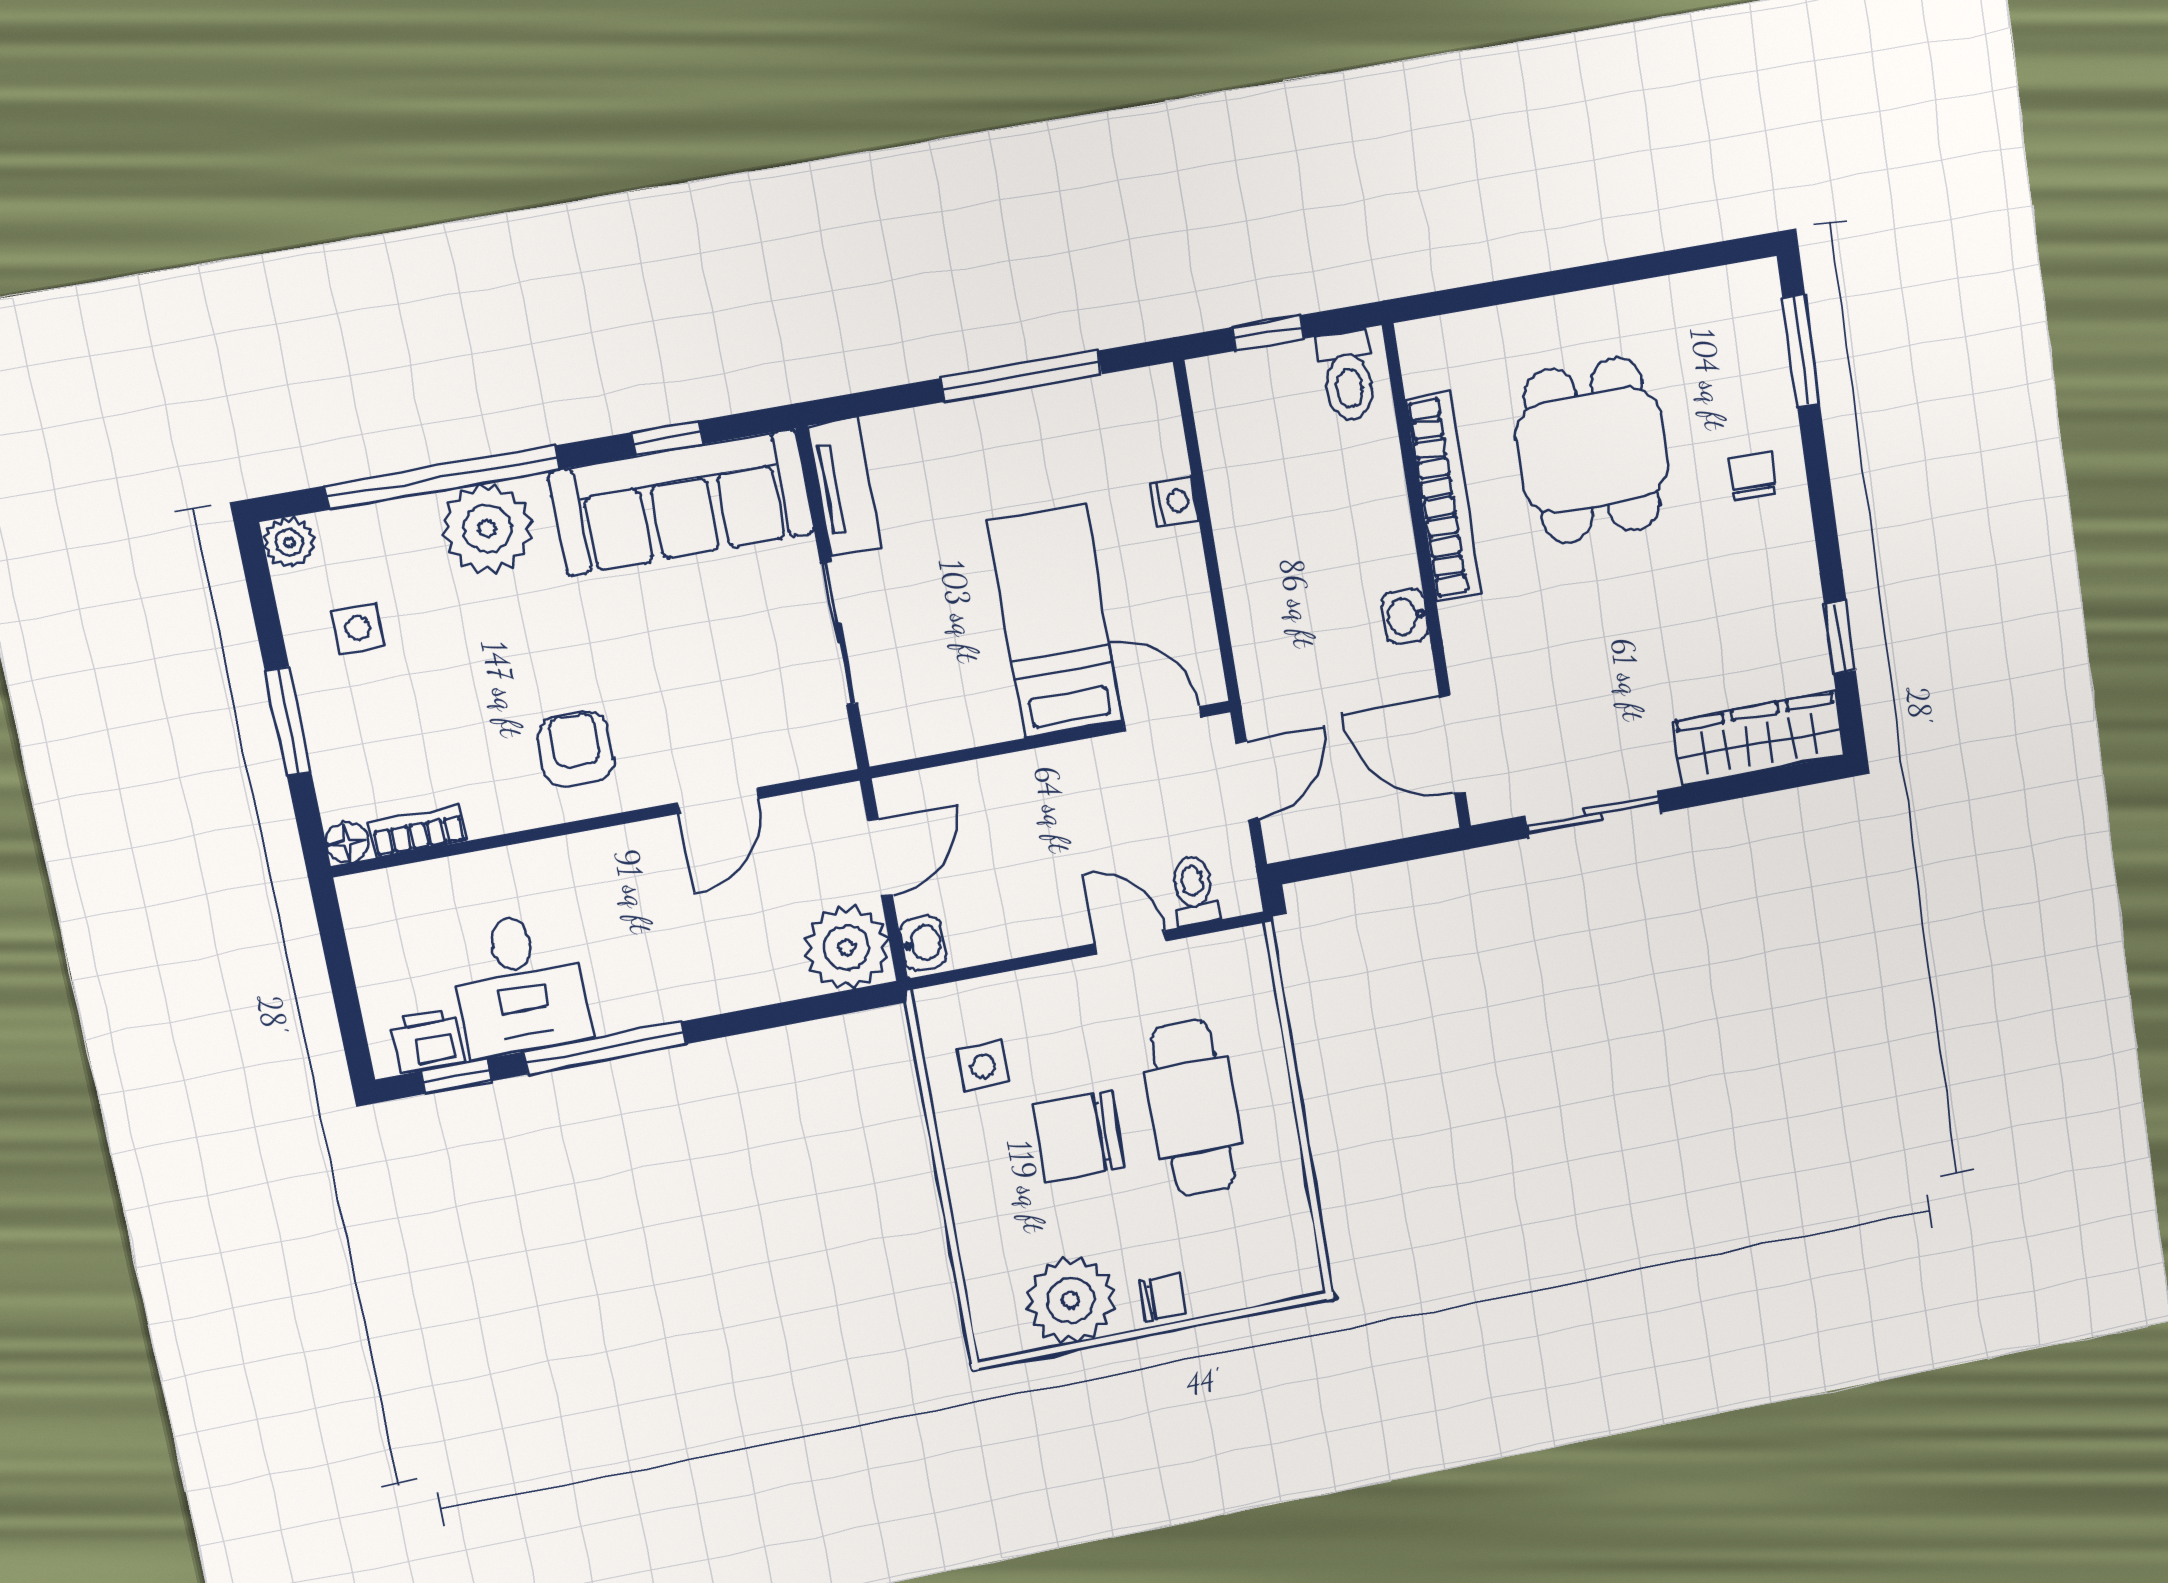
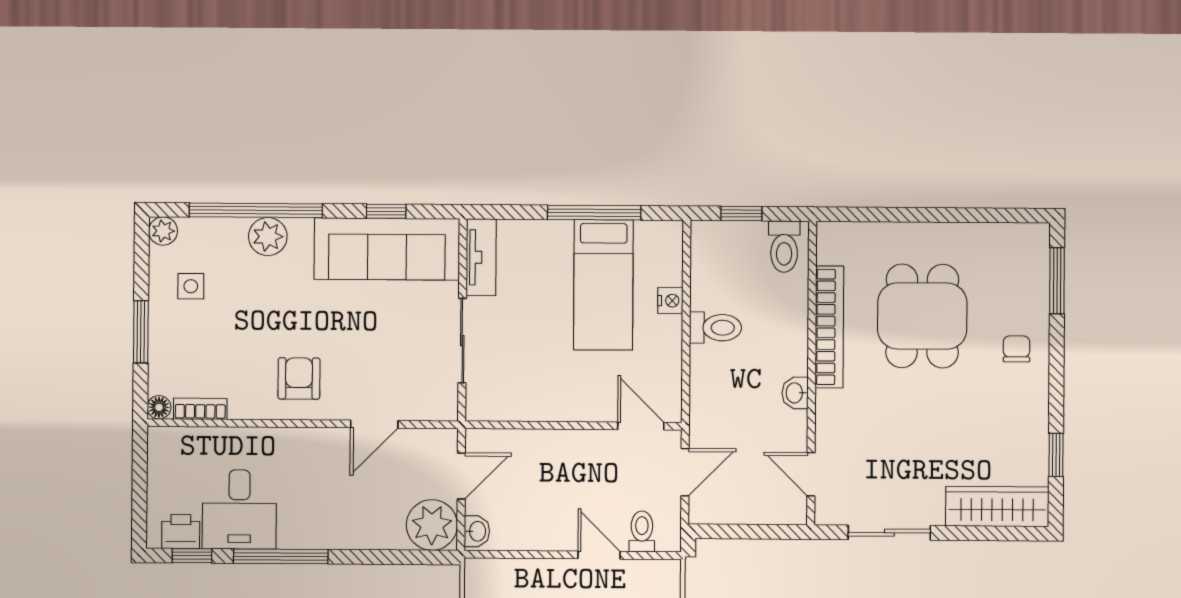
plant: (487, 528) -> (268, 237), width x0.73, depth x0.73
toilet: (1257, 533) -> (715, 328), added
bed: (1055, 621) -> (603, 285), moved, turned 180
door: (1452, 744) -> (811, 474), width x0.73

